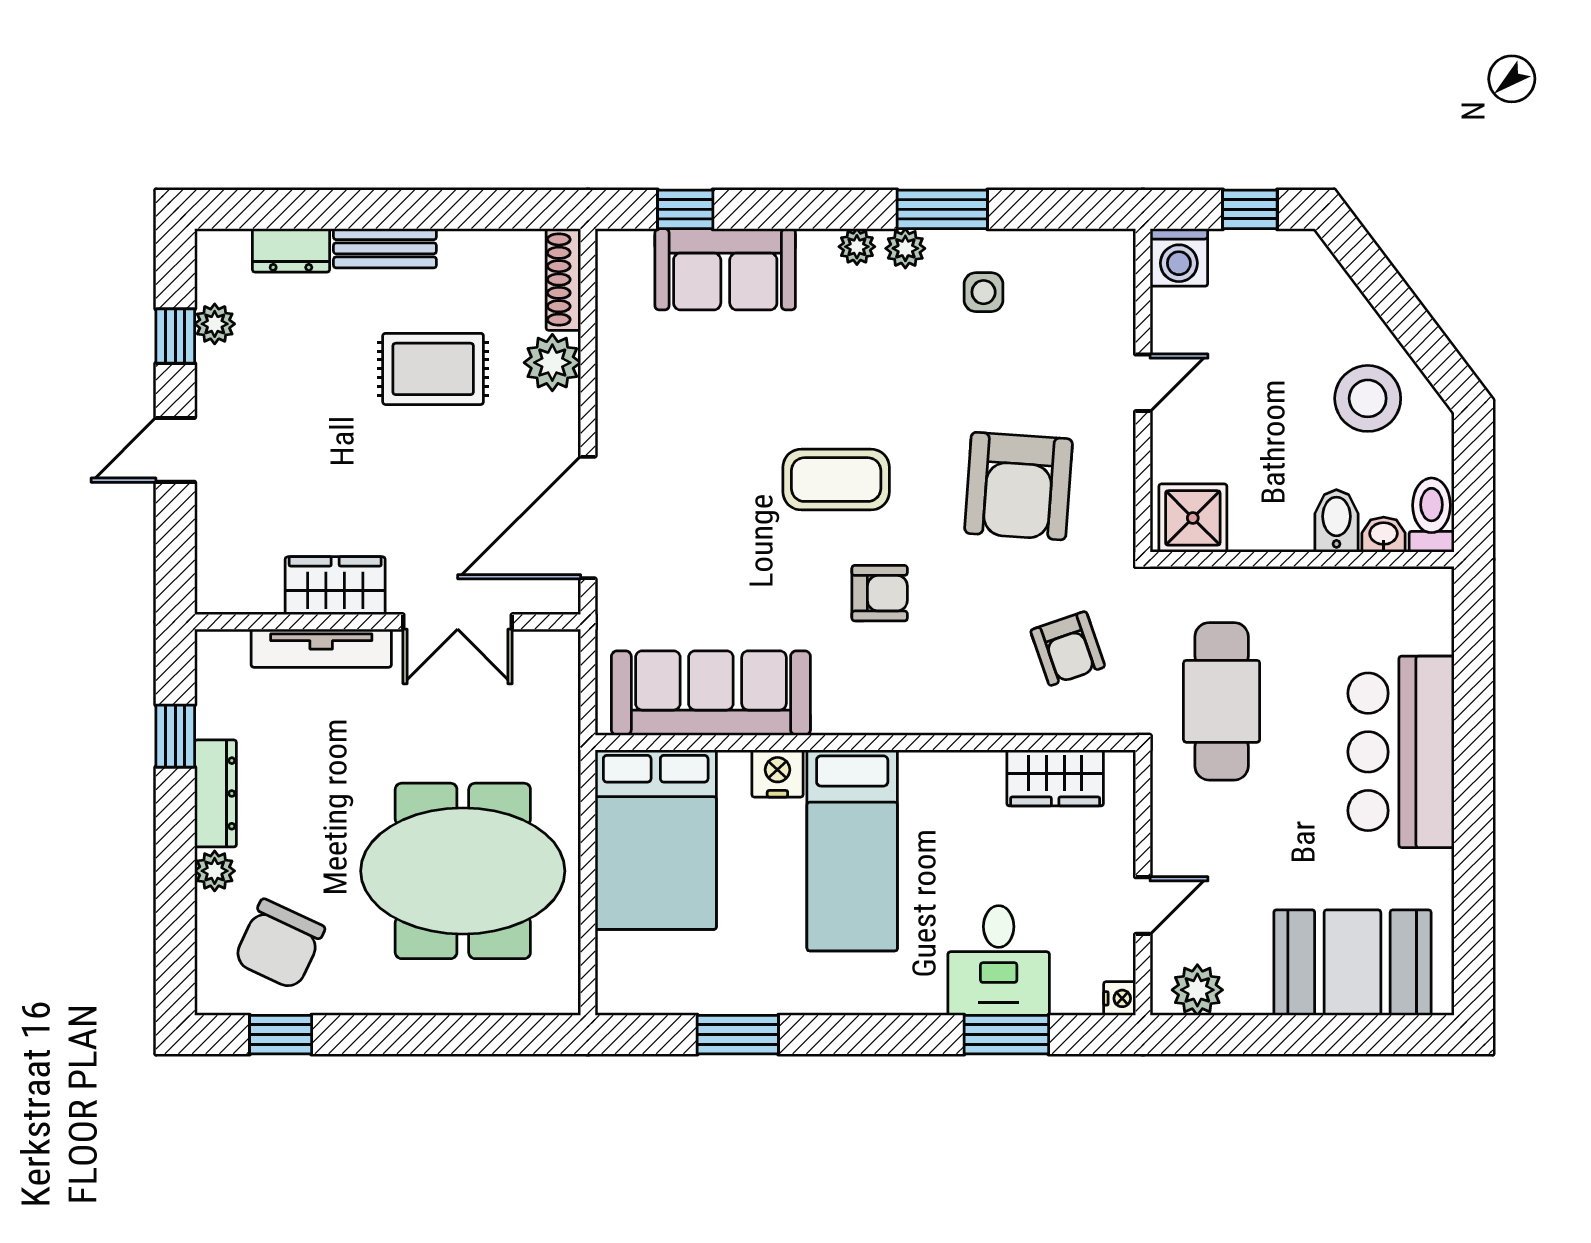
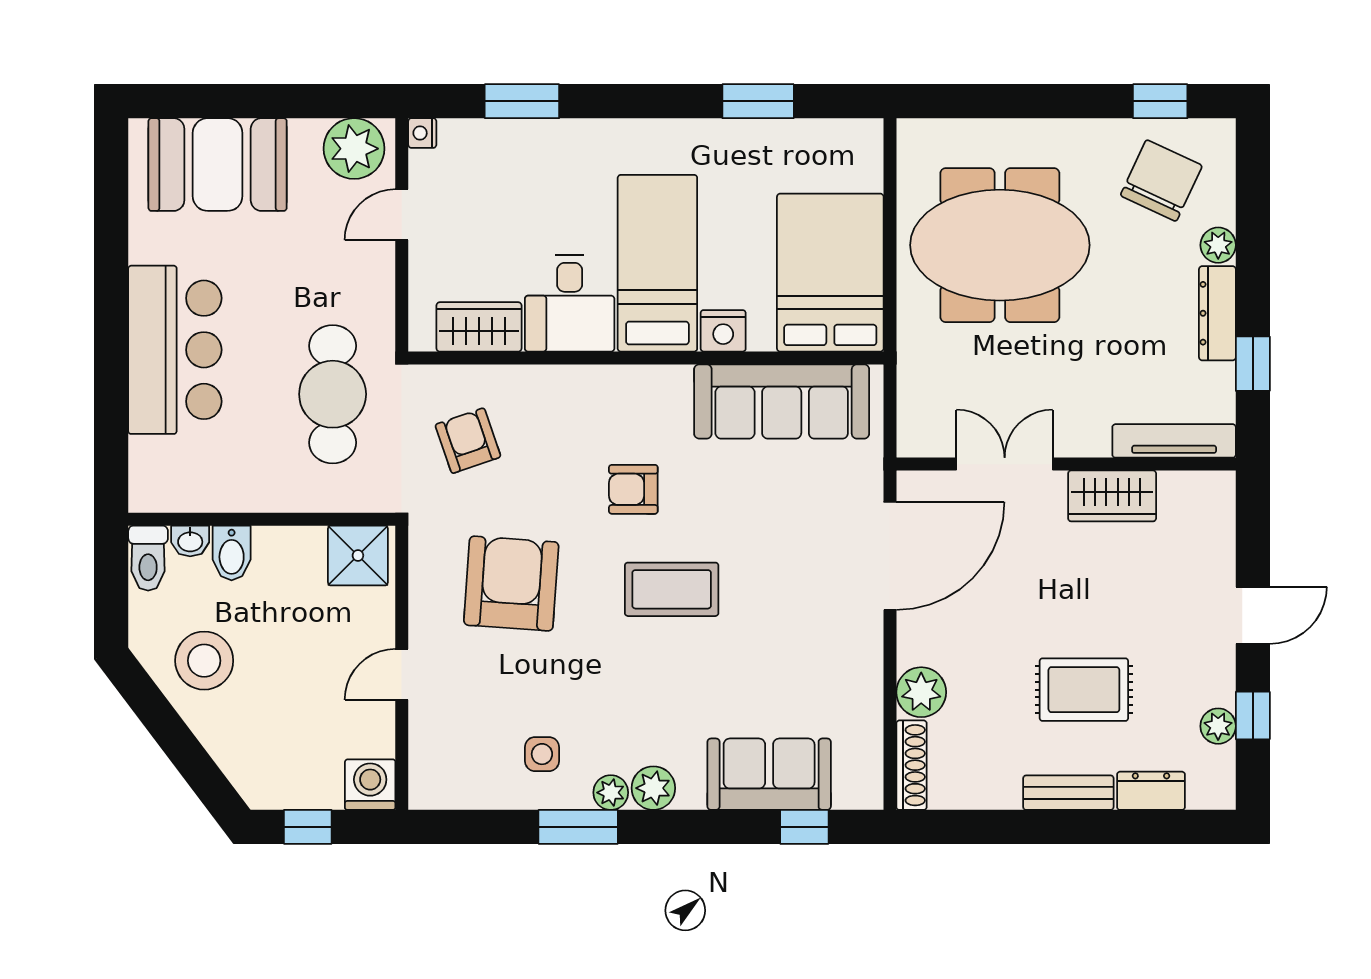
plant: (857, 247) -> (653, 788), width x1.38, depth x1.38
rug: (433, 369) -> (1084, 690), moved
tv unit: (321, 648) -> (1174, 441), moved
desk: (999, 961) -> (570, 303), moved, turned 180
plant: (1197, 990) -> (354, 149), width x1.36, depth x1.36

